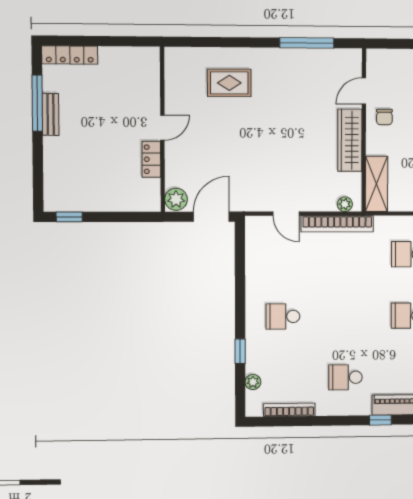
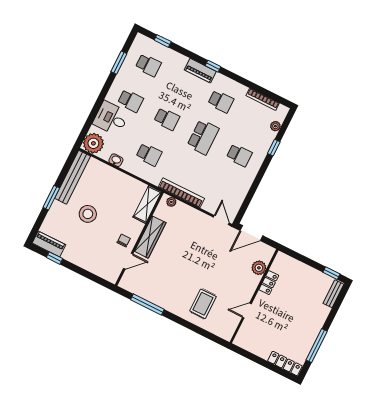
rug: (229, 83) -> (203, 304), turned 90
bench: (51, 114) -> (333, 294), moved
door: (162, 128) -> (247, 311), moved
plant: (176, 199) -> (259, 268), moved
door: (286, 214) -> (221, 220), moved
school desk: (346, 316) -> (203, 137), added

